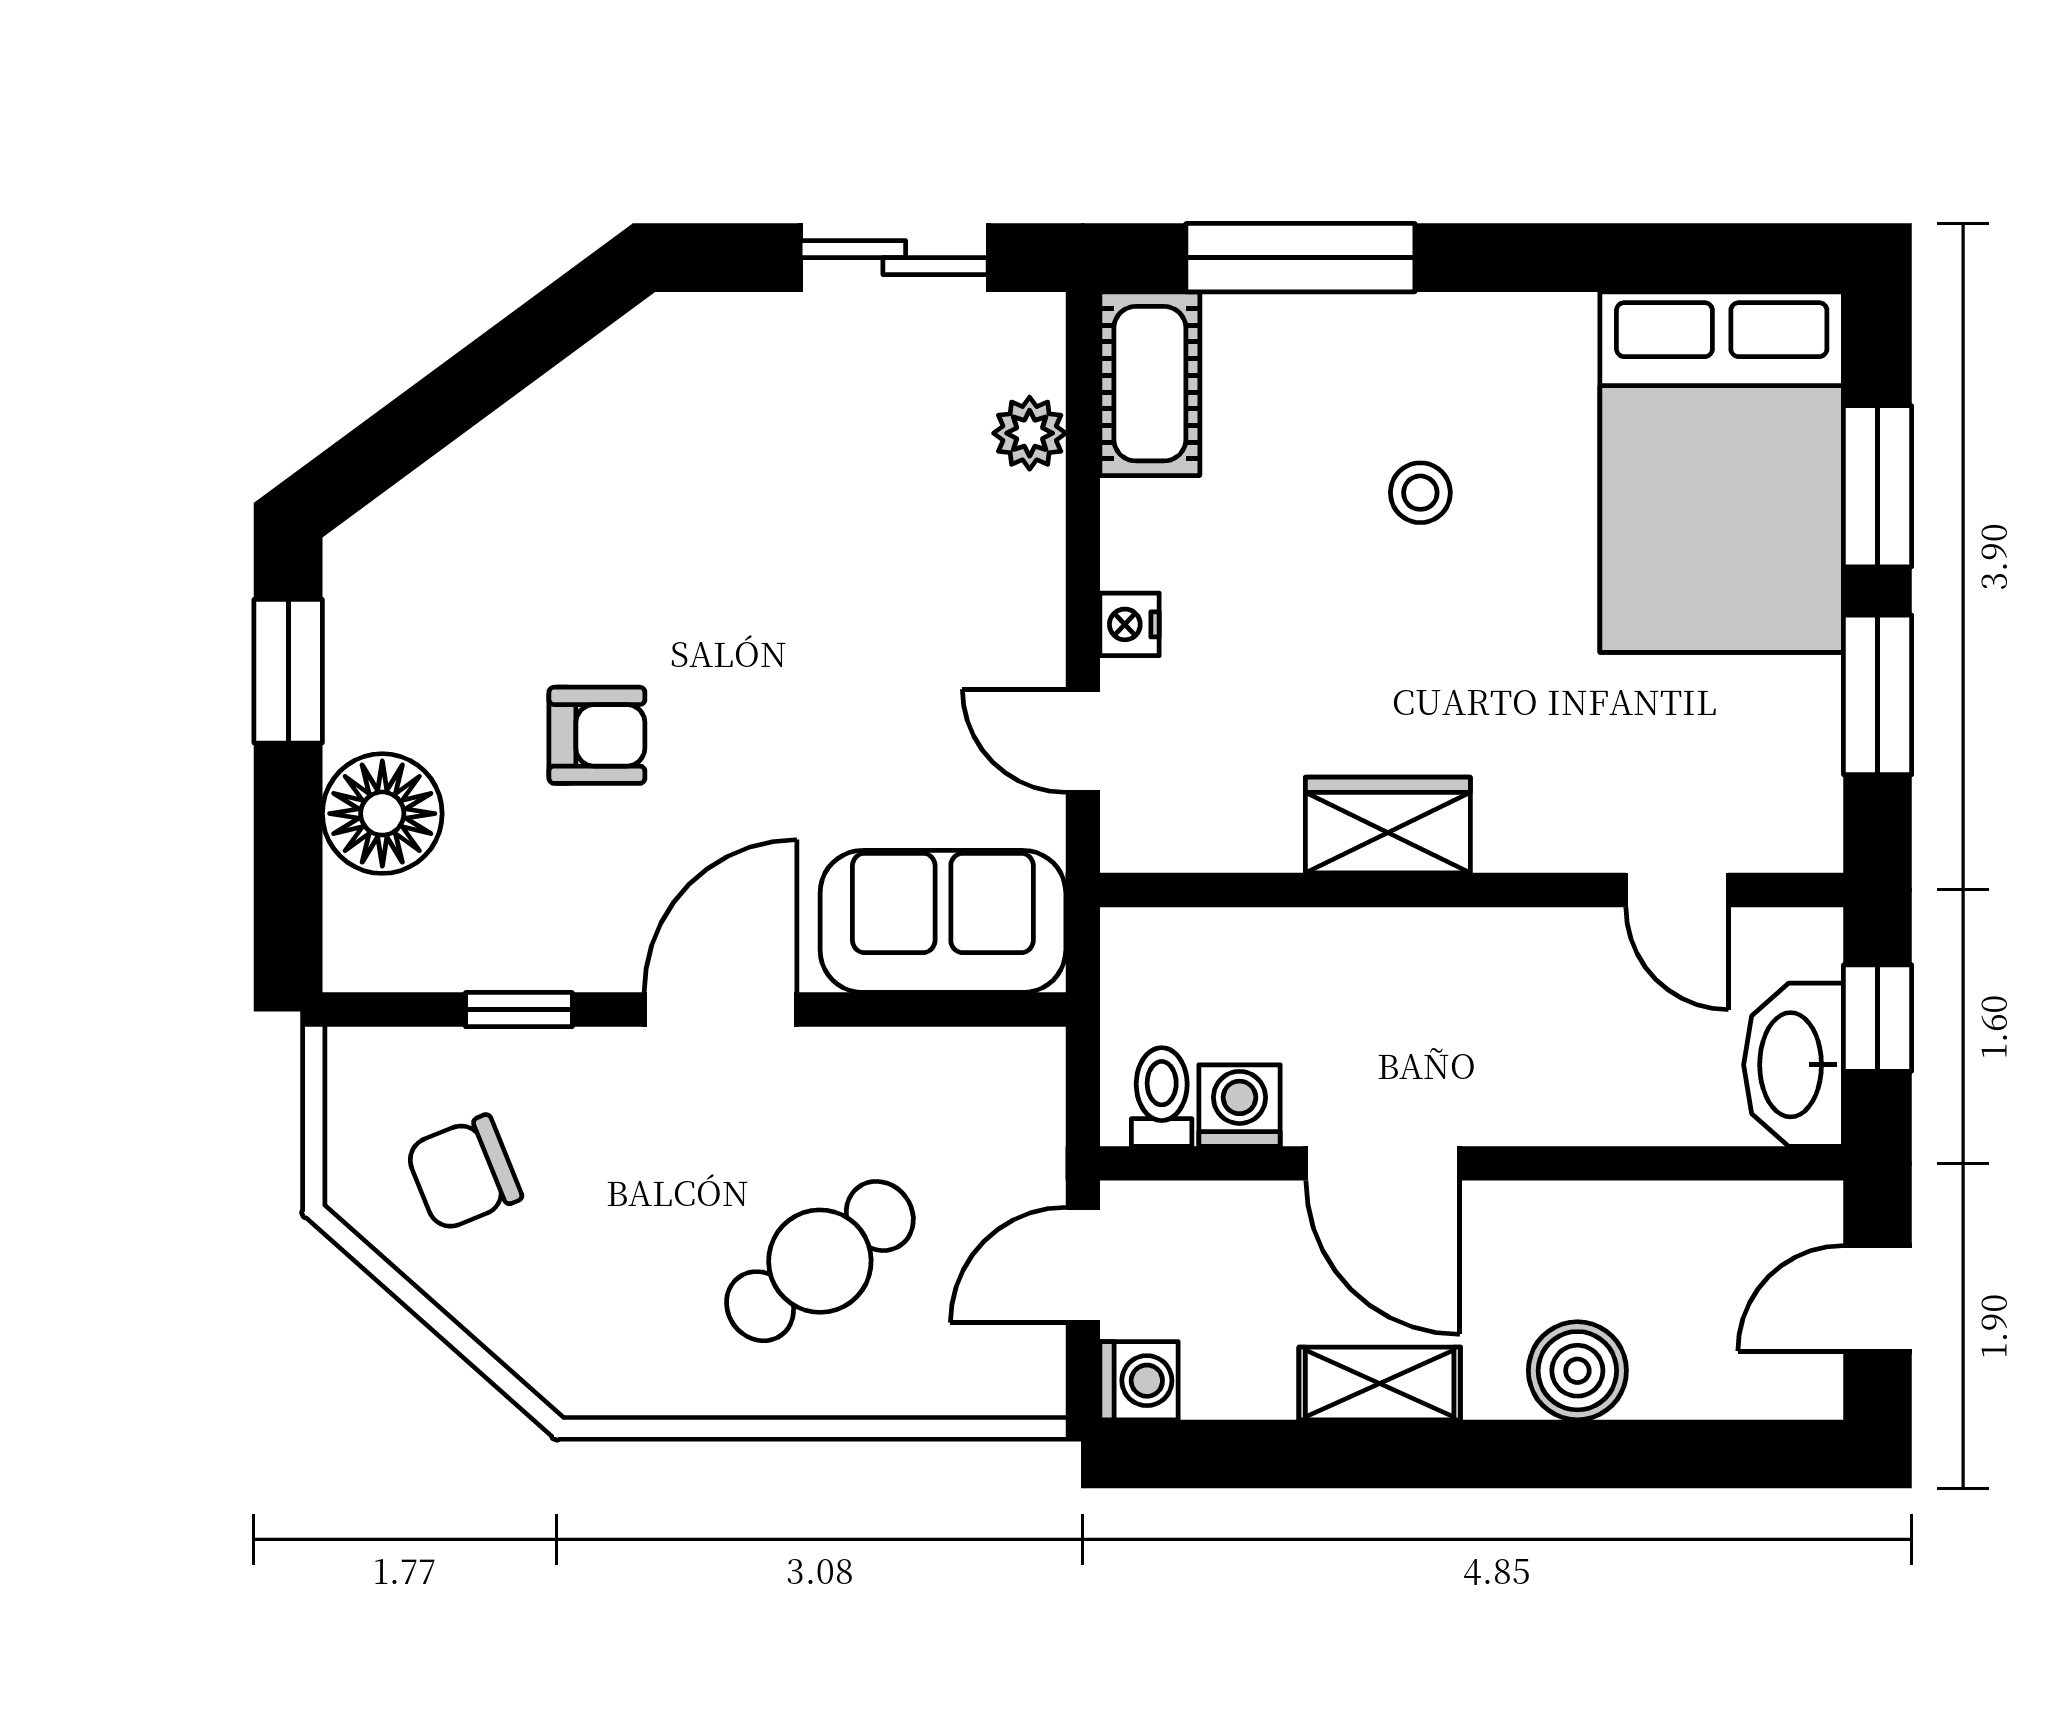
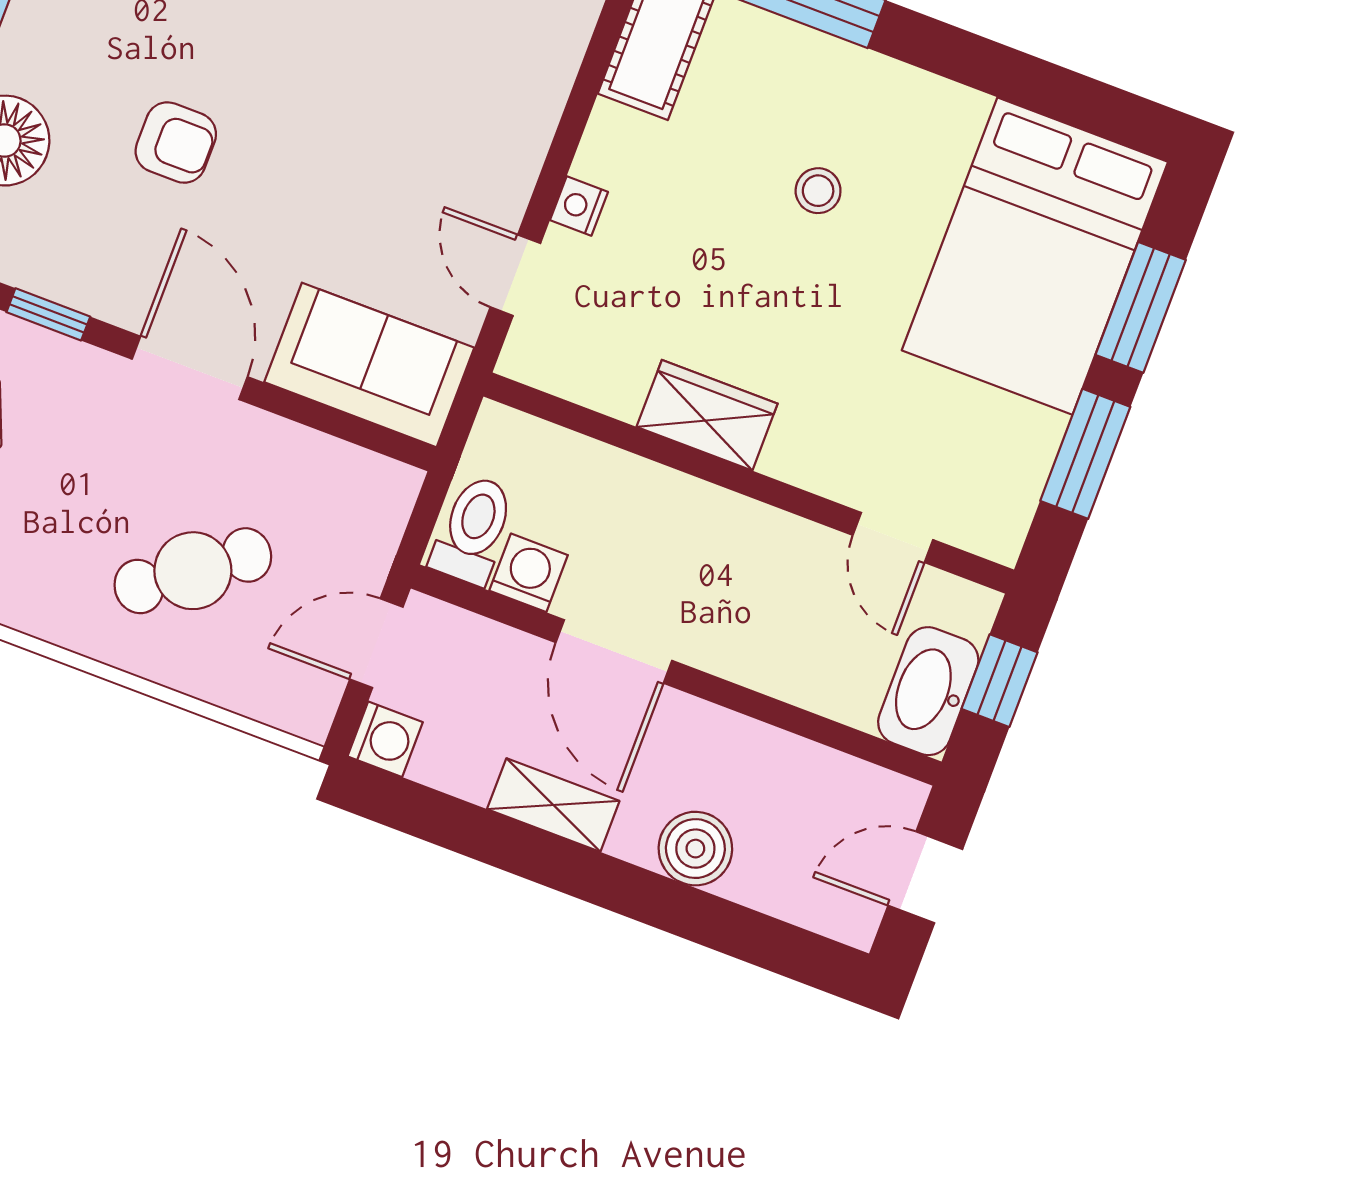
plant: (1030, 433) -> (560, 45), removed
door: (721, 1010) -> (190, 368), hinge flipped
toilet: (1162, 1097) -> (473, 530), width x1.37, depth x1.39

